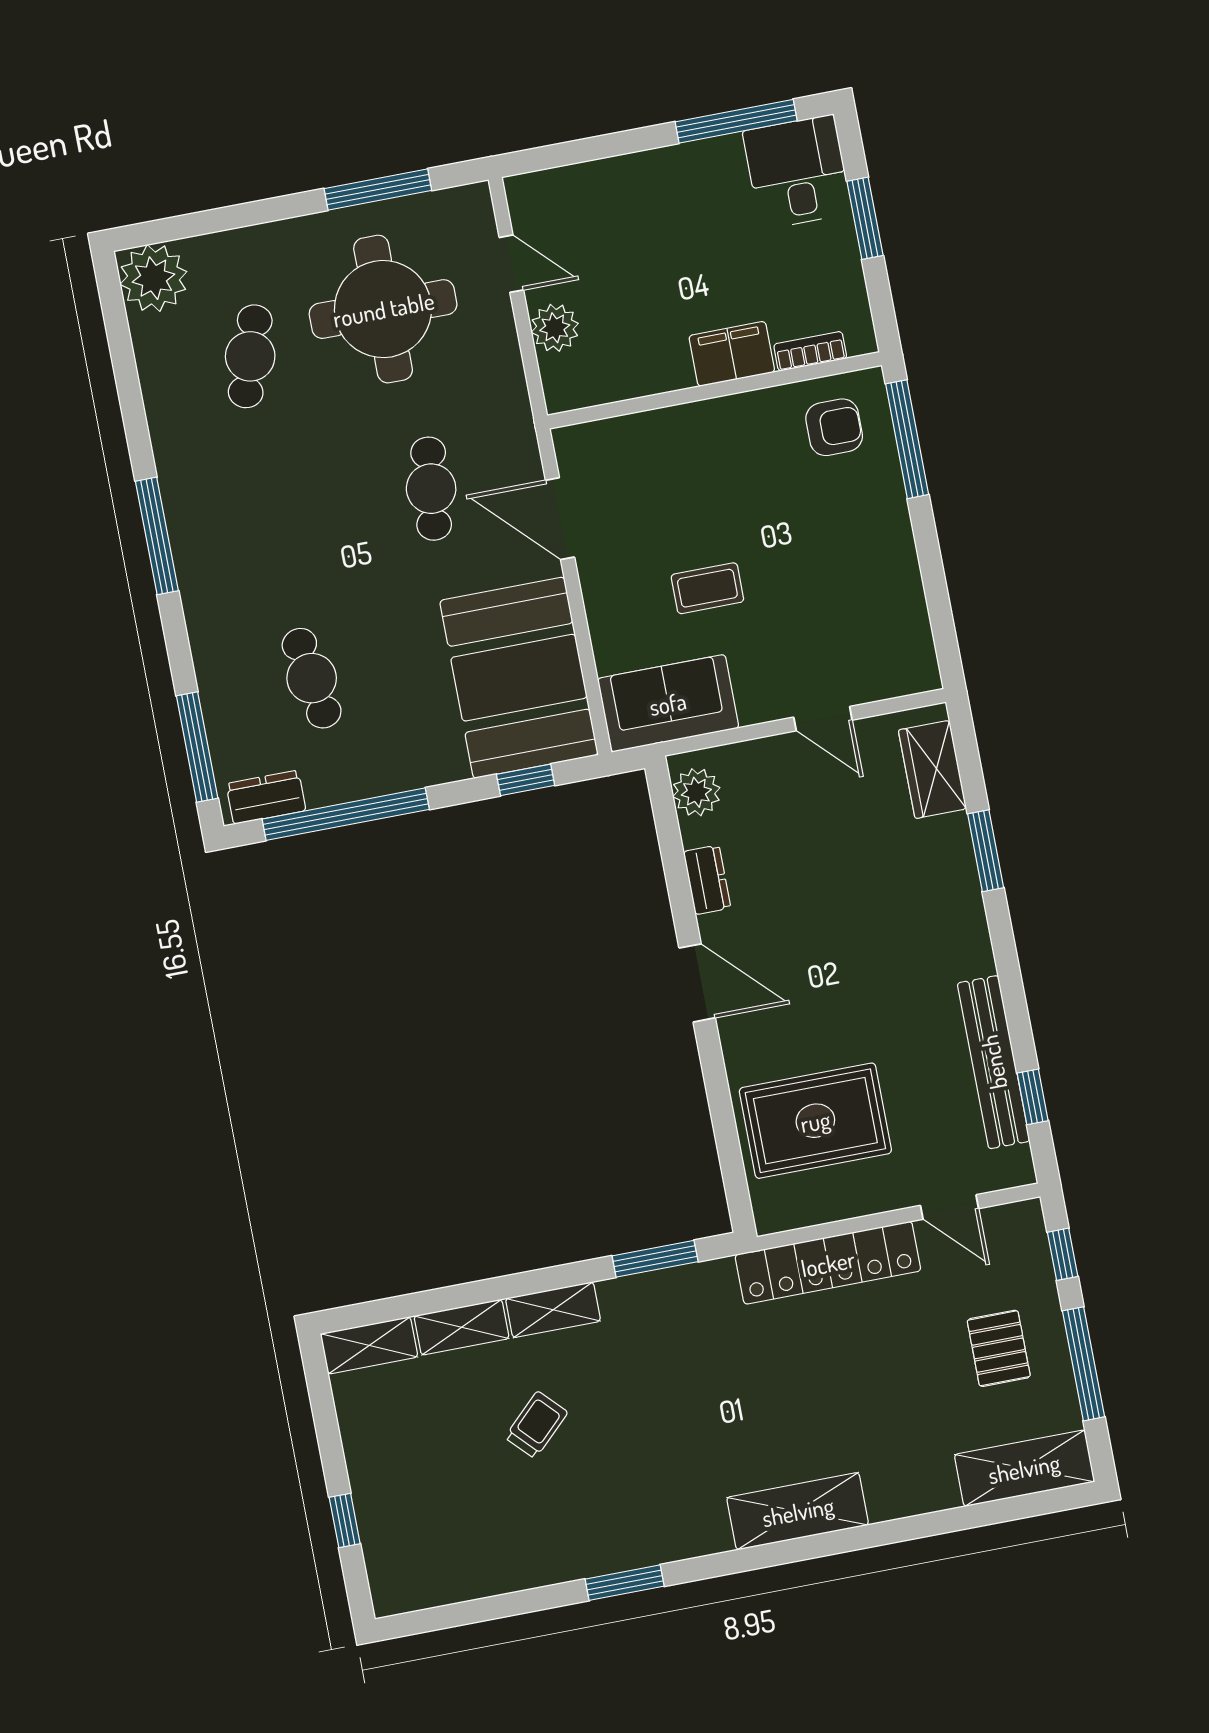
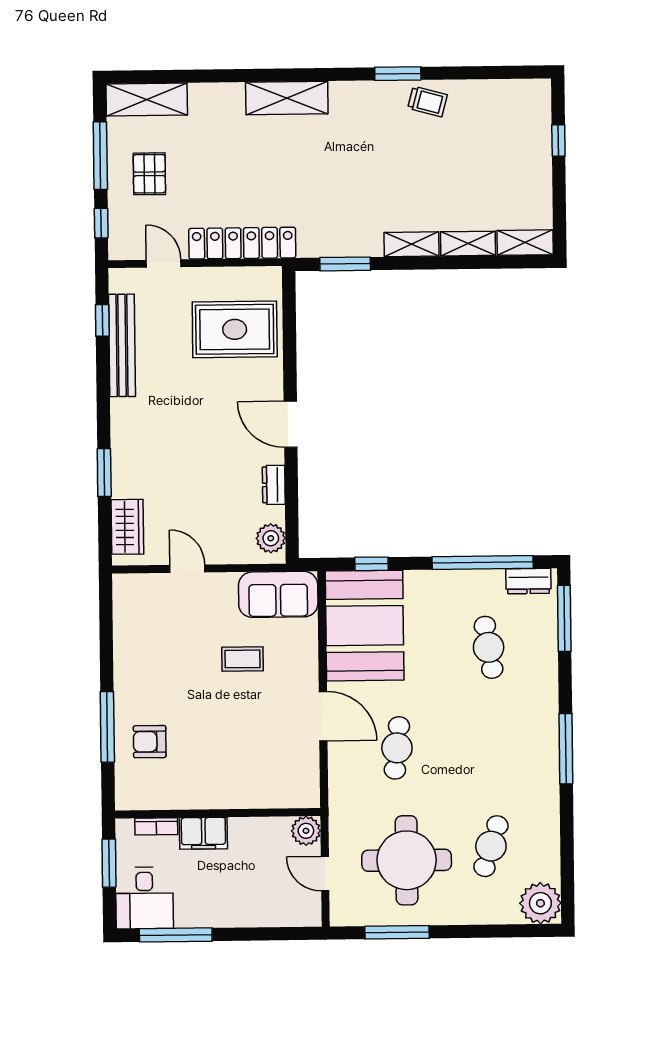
bookcase: (810, 351) -> (156, 826), moved
filing cabinet: (732, 354) -> (203, 833), moved
wall: (714, 390) -> (218, 813), moved
trolley: (536, 1425) -> (427, 102), moved, turned -121

